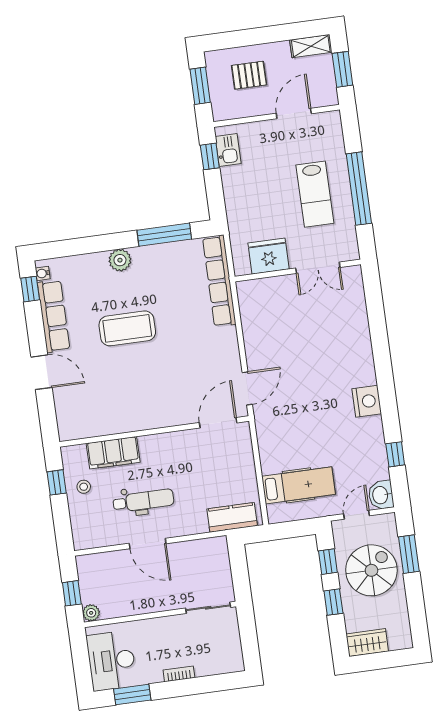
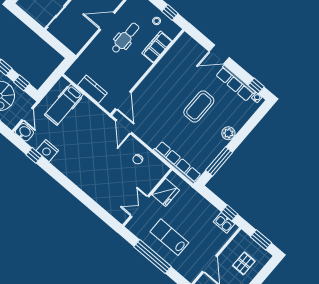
chair: (266, 330) -> (138, 159), added
nightstand: (367, 401) -> (47, 151), moved
dental chair: (143, 501) -> (125, 38), turned 180
kitchen counter: (232, 517) -> (92, 89), moved, turned -90

